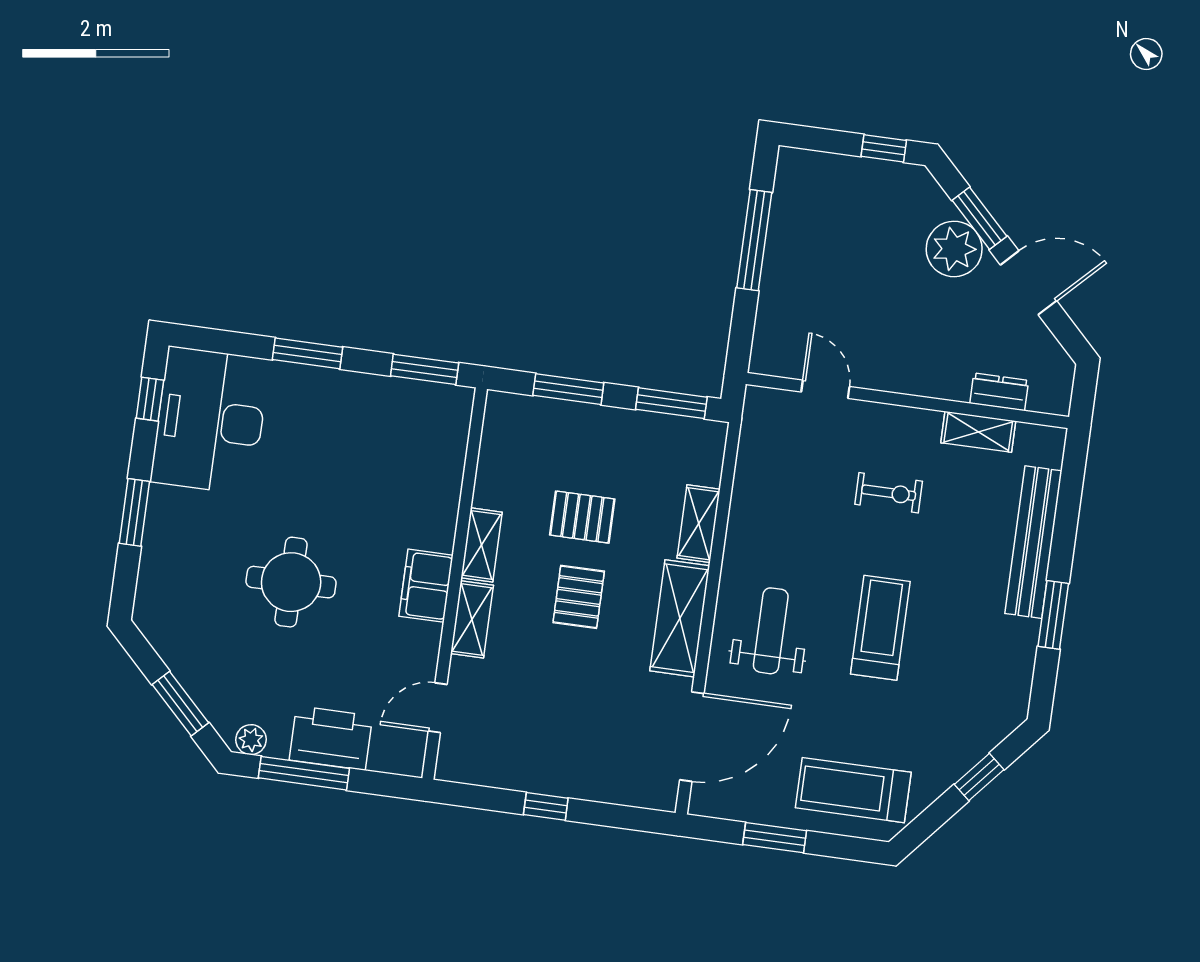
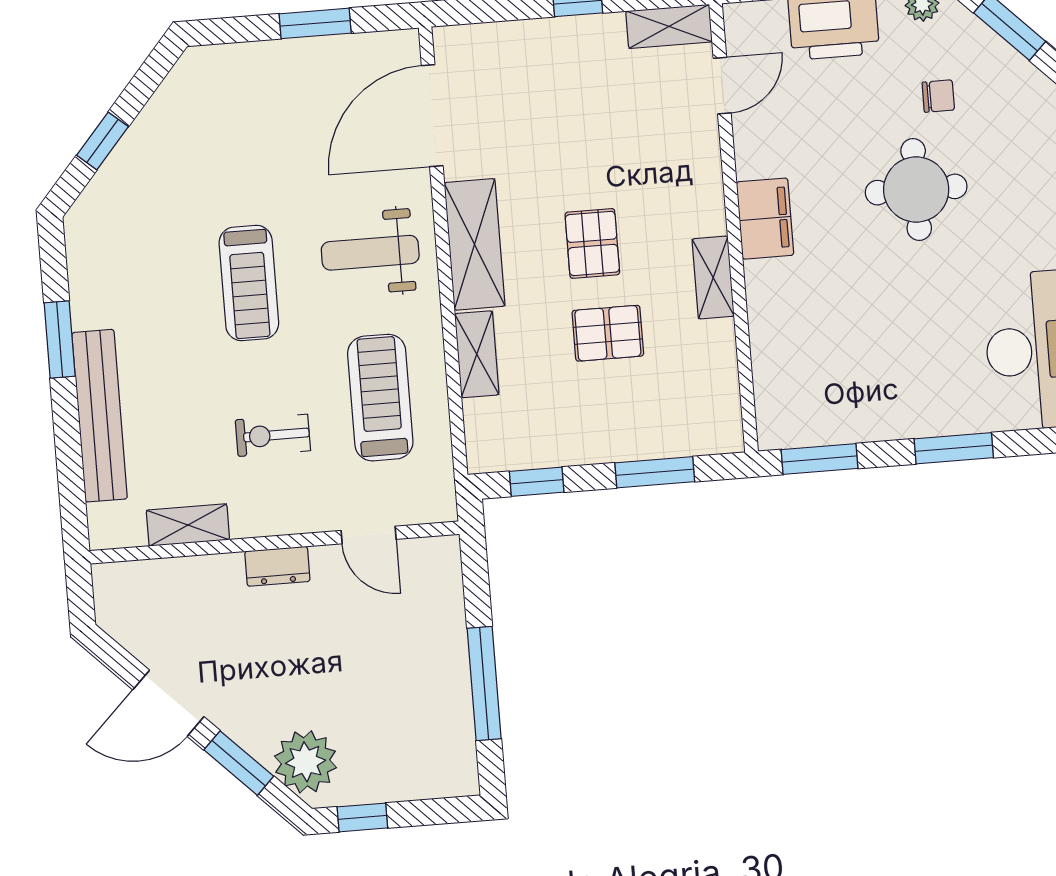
plant: (954, 249) -> (306, 762), moved
dresser: (999, 392) -> (277, 566), moved
window: (671, 403) -> (537, 482), width x0.67
shelving: (472, 619) -> (669, 26), moved, turned 90
weight bench: (771, 631) -> (370, 253), turned 90
chair: (254, 658) -> (938, 96), added
treadmill: (853, 790) -> (380, 398), moved, turned -90

